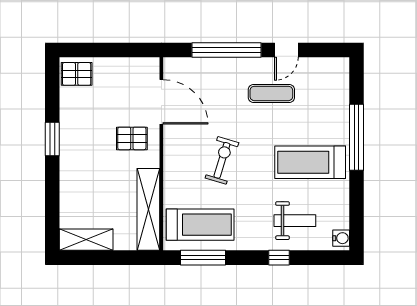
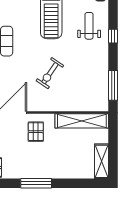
window: (52, 139) -> (36, 183), width x1.44
exercise bike: (222, 160) -> (50, 73), turned -73
treadmill: (200, 225) -> (92, 87), removed

